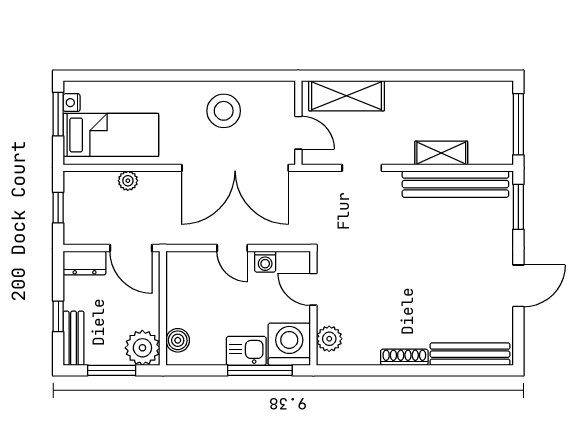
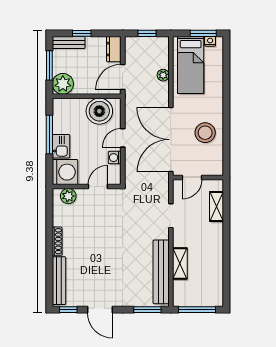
shelving: (347, 96) -> (216, 207), width x0.67, depth x0.75
window: (518, 339) -> (68, 310), added
boiler: (178, 340) -> (99, 111), moved, width x1.86, depth x1.86
window: (260, 370) -> (49, 135), moved

